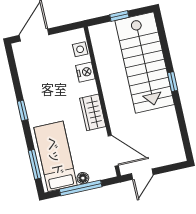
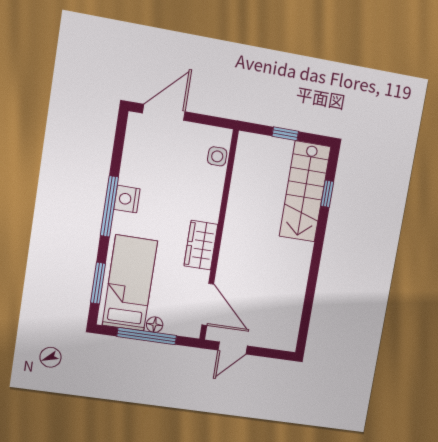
stairs: (145, 62) -> (305, 192), width x0.73, depth x0.66
nightstand: (85, 72) -> (127, 199), moved, turned 180
window: (173, 82) -> (327, 194), moved
window: (23, 111) -> (109, 206), width x2.17

